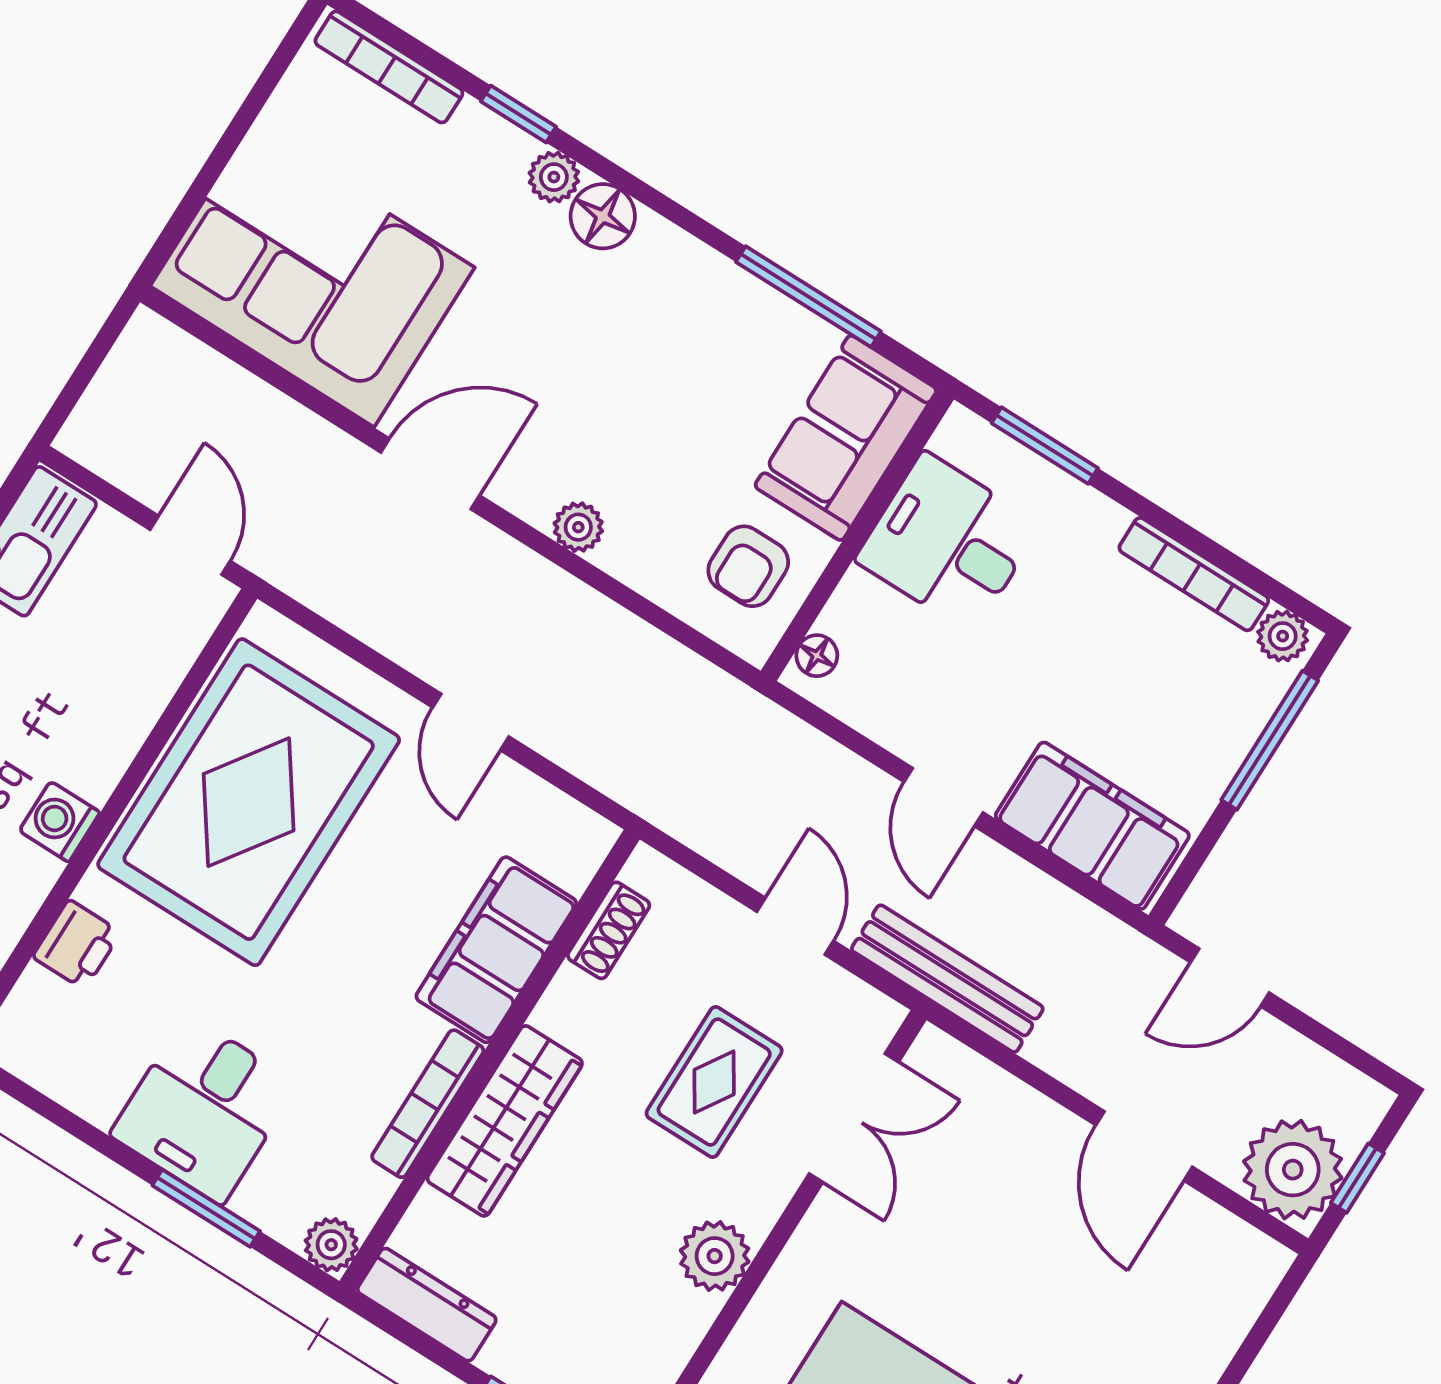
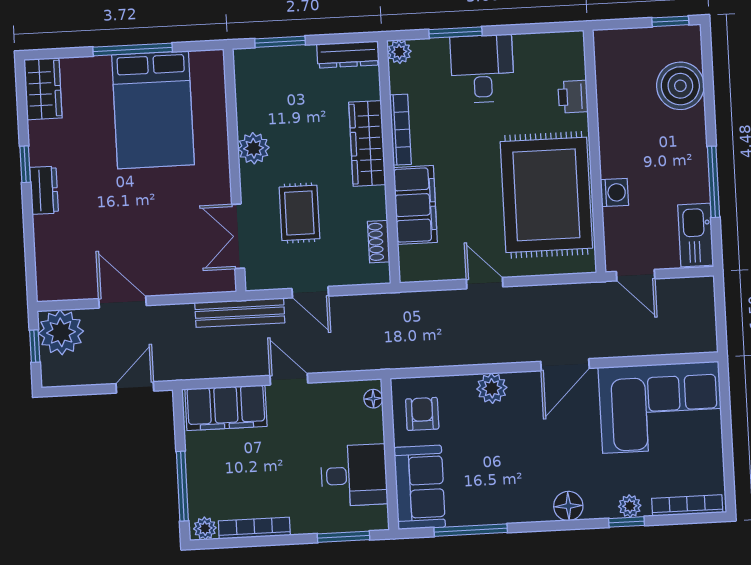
plant: (554, 177) -> (630, 506), moved
plant: (578, 527) -> (492, 388), width x1.38, depth x1.38
washing machine: (60, 822) -> (614, 192), moved

